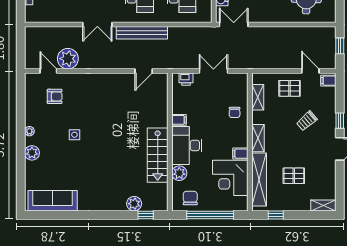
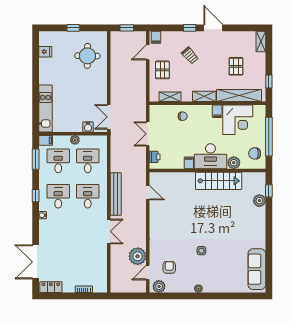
plant: (32, 153) -> (159, 286), moved

